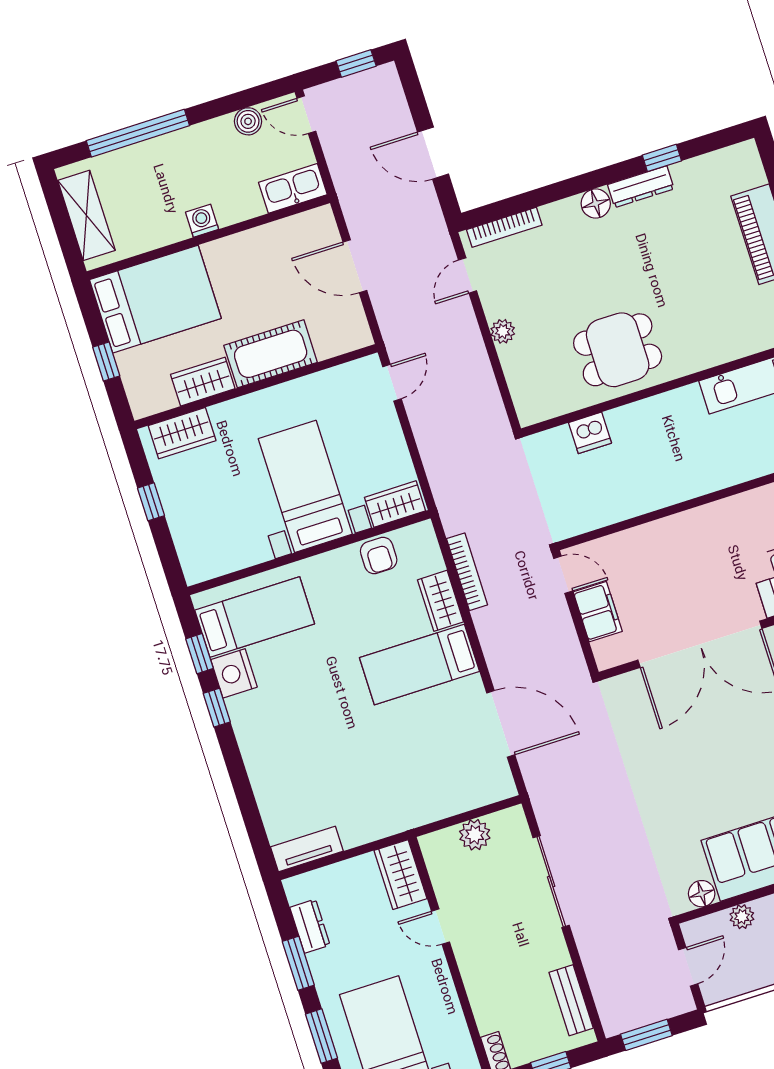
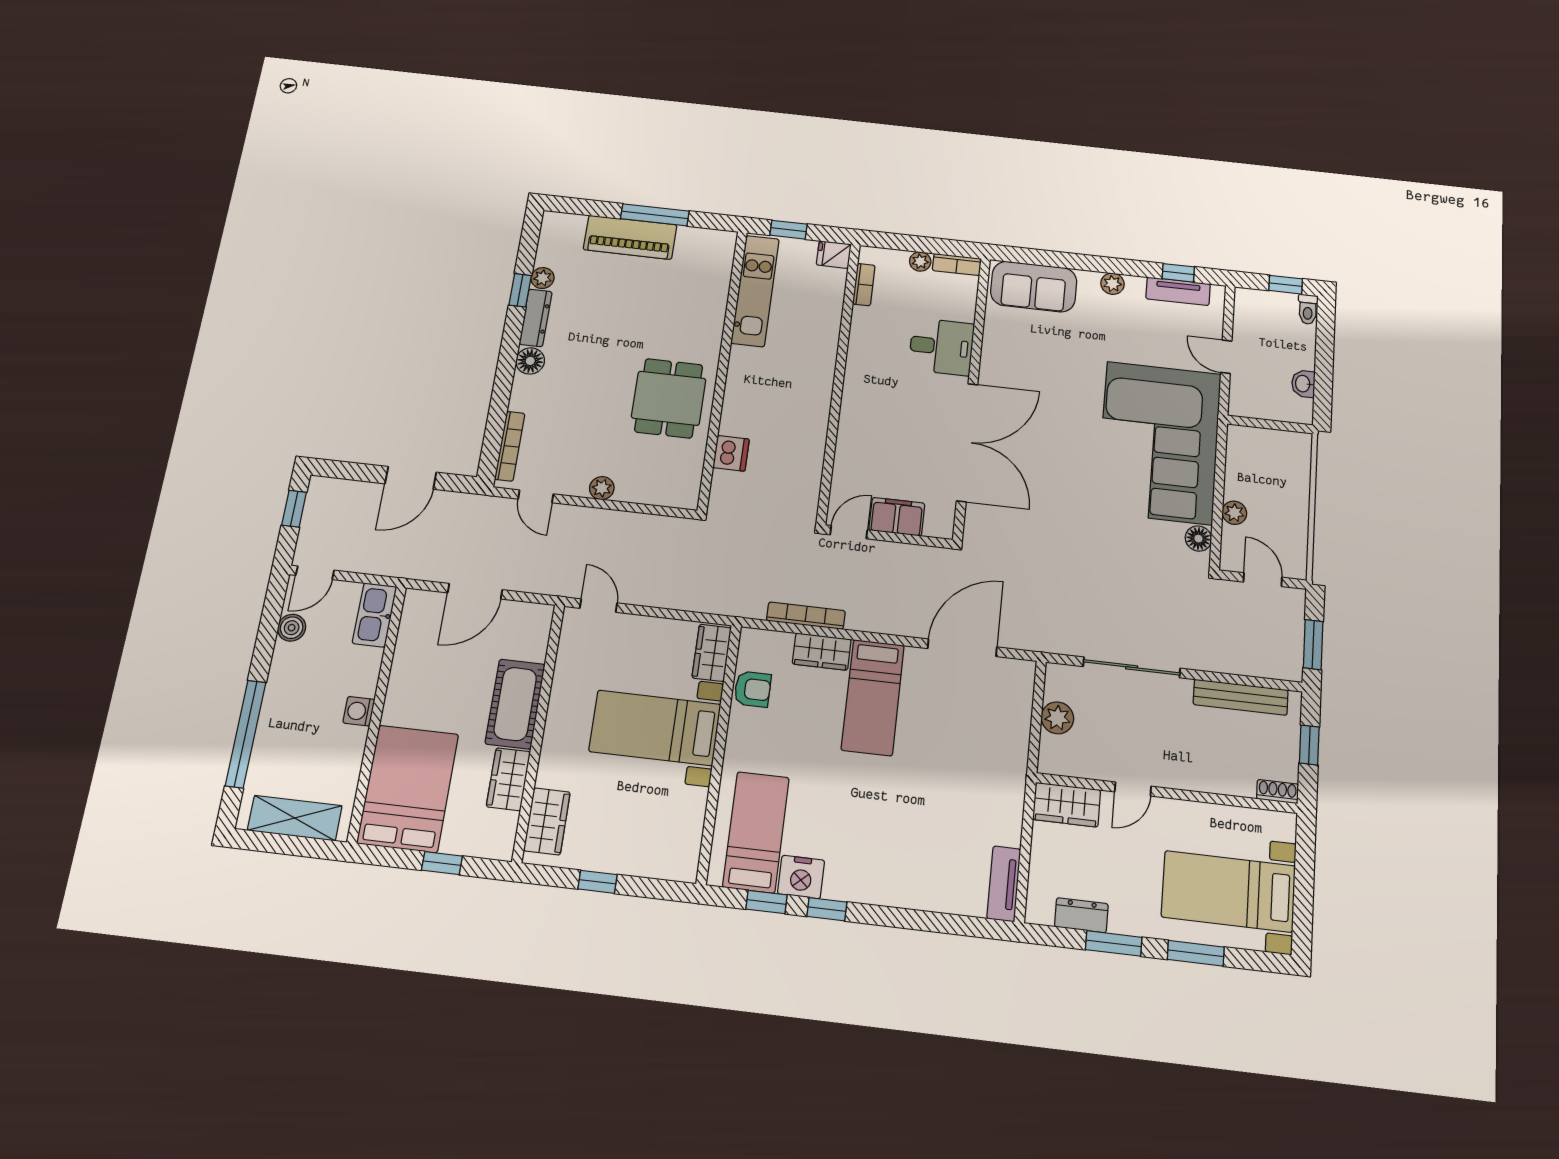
plant: (684, 173) -> (542, 278), added
bench: (571, 1000) -> (1241, 697), width x1.36

